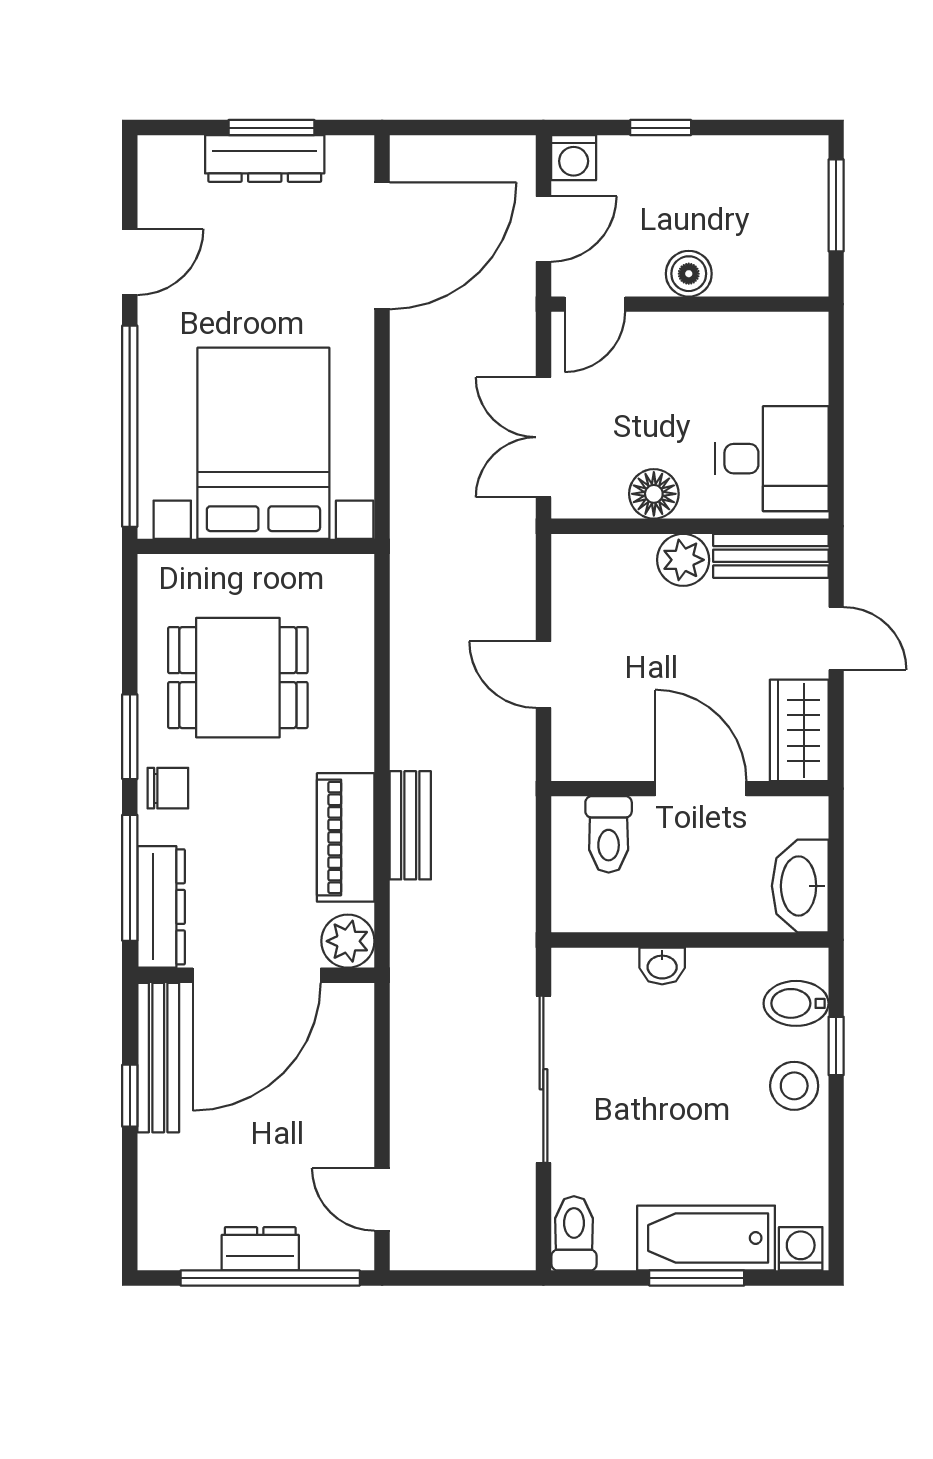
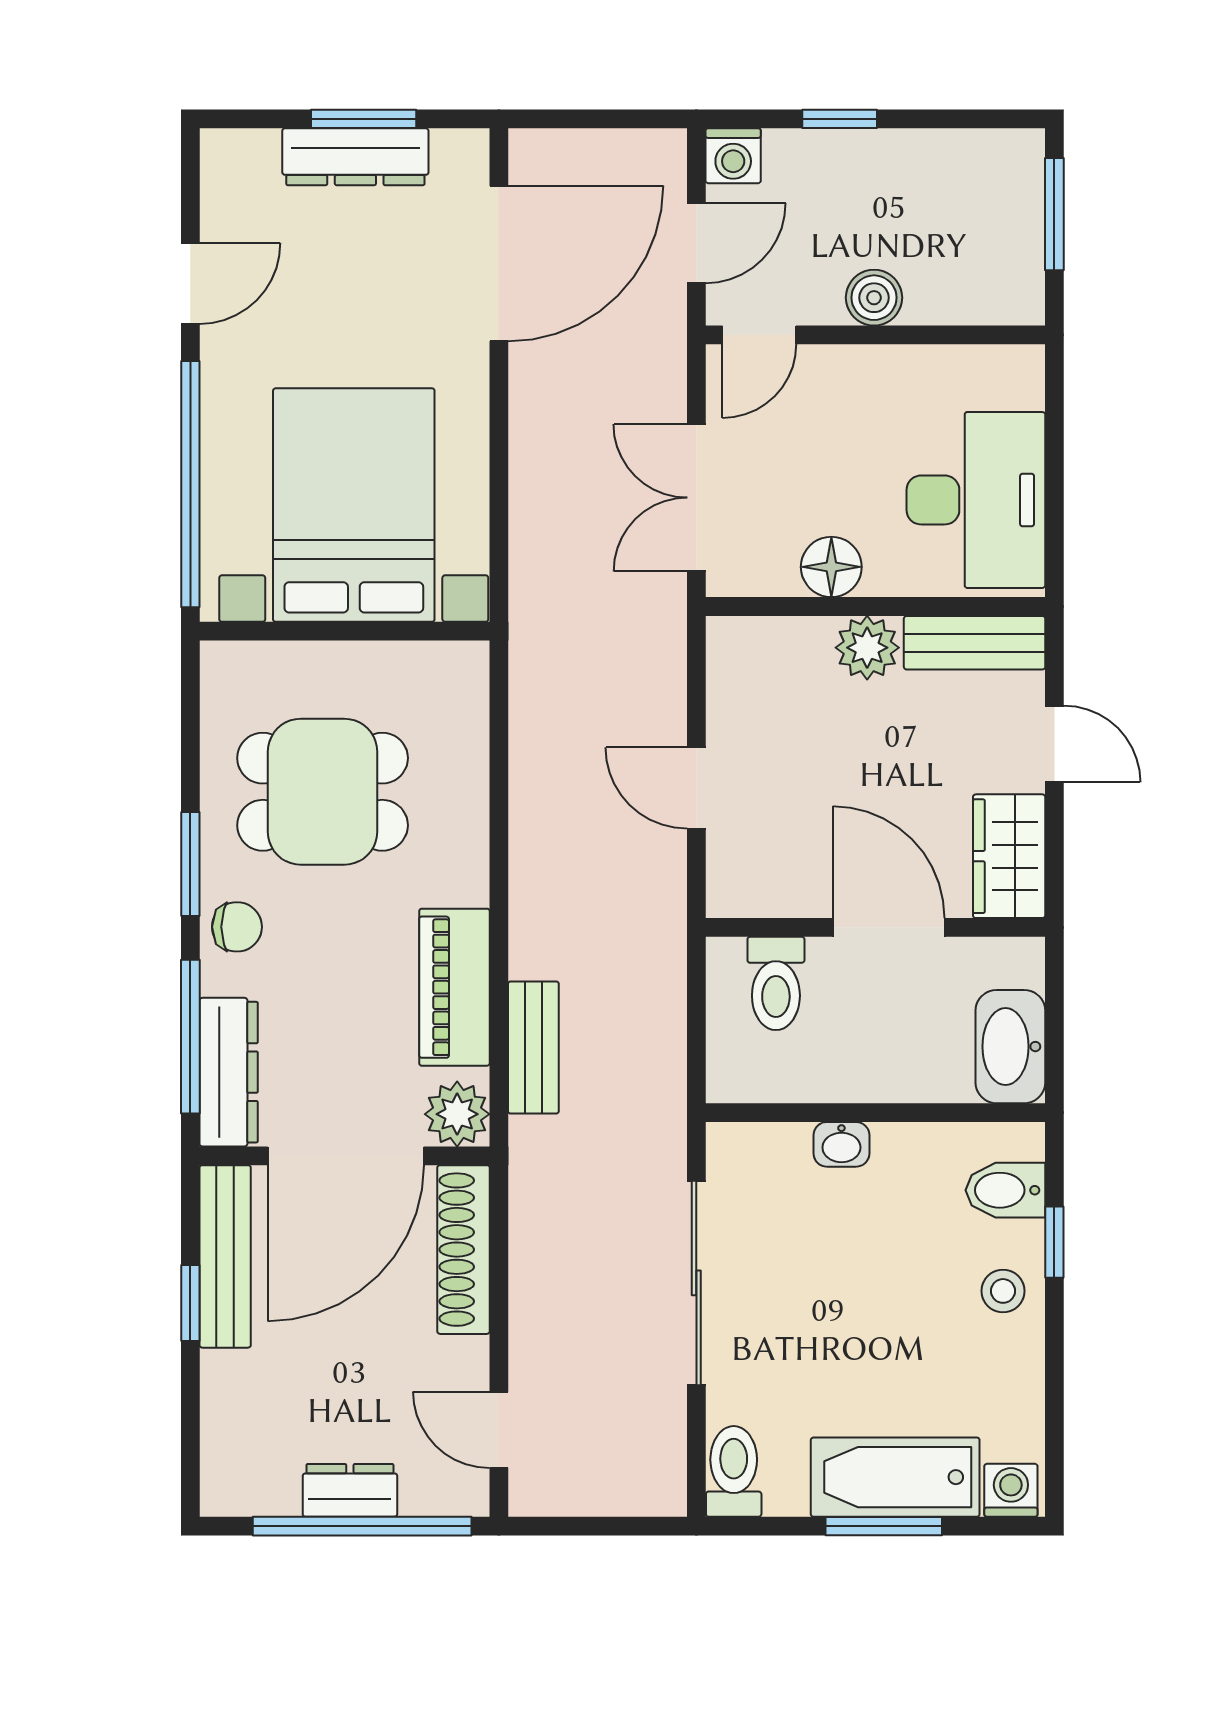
desk: (772, 459) -> (976, 500), width x1.37
bench: (410, 825) -> (533, 1048), moved
shoe rack: (353, 1052) -> (464, 1250), added
stool: (794, 1086) -> (1003, 1291), width x0.73, depth x0.73

